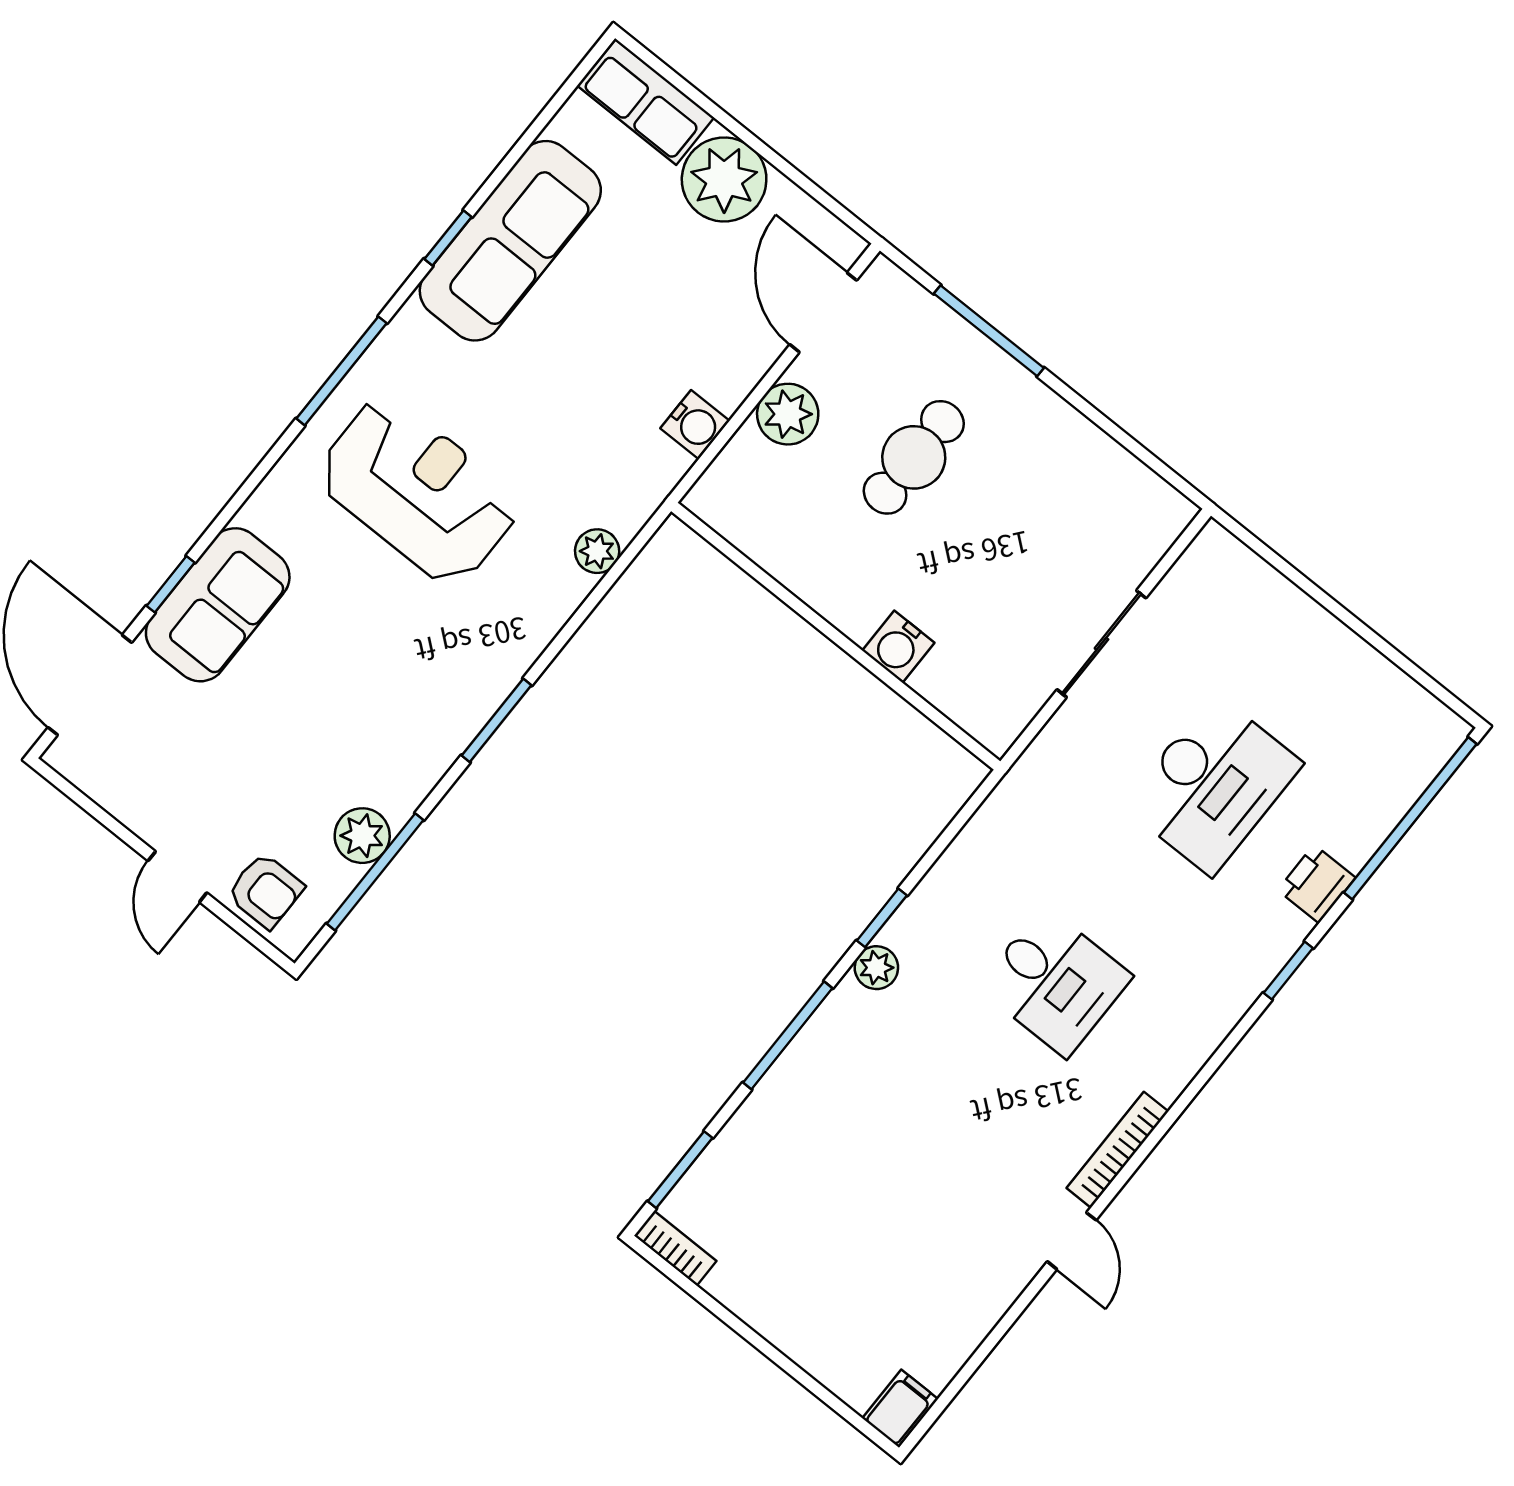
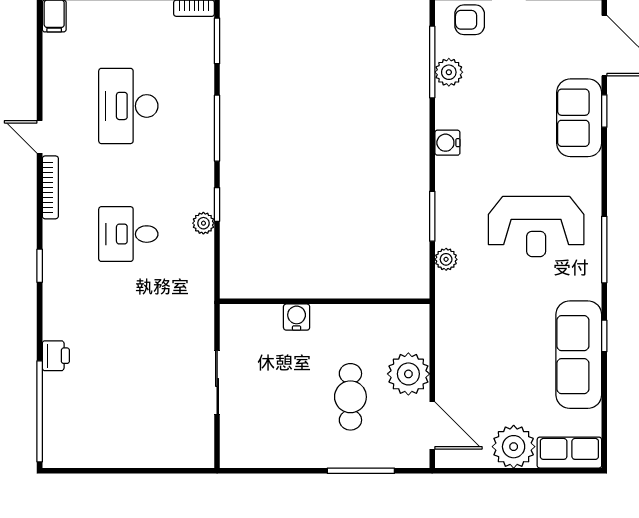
plant: (788, 414) -> (408, 374), width x1.36, depth x1.36
water cooler: (695, 425) -> (447, 143), moved
window: (496, 720) -> (432, 216), moved
desk: (1213, 785) -> (128, 106), moved
plant: (876, 968) -> (203, 223), moved
window: (1288, 971) -> (40, 266), moved

